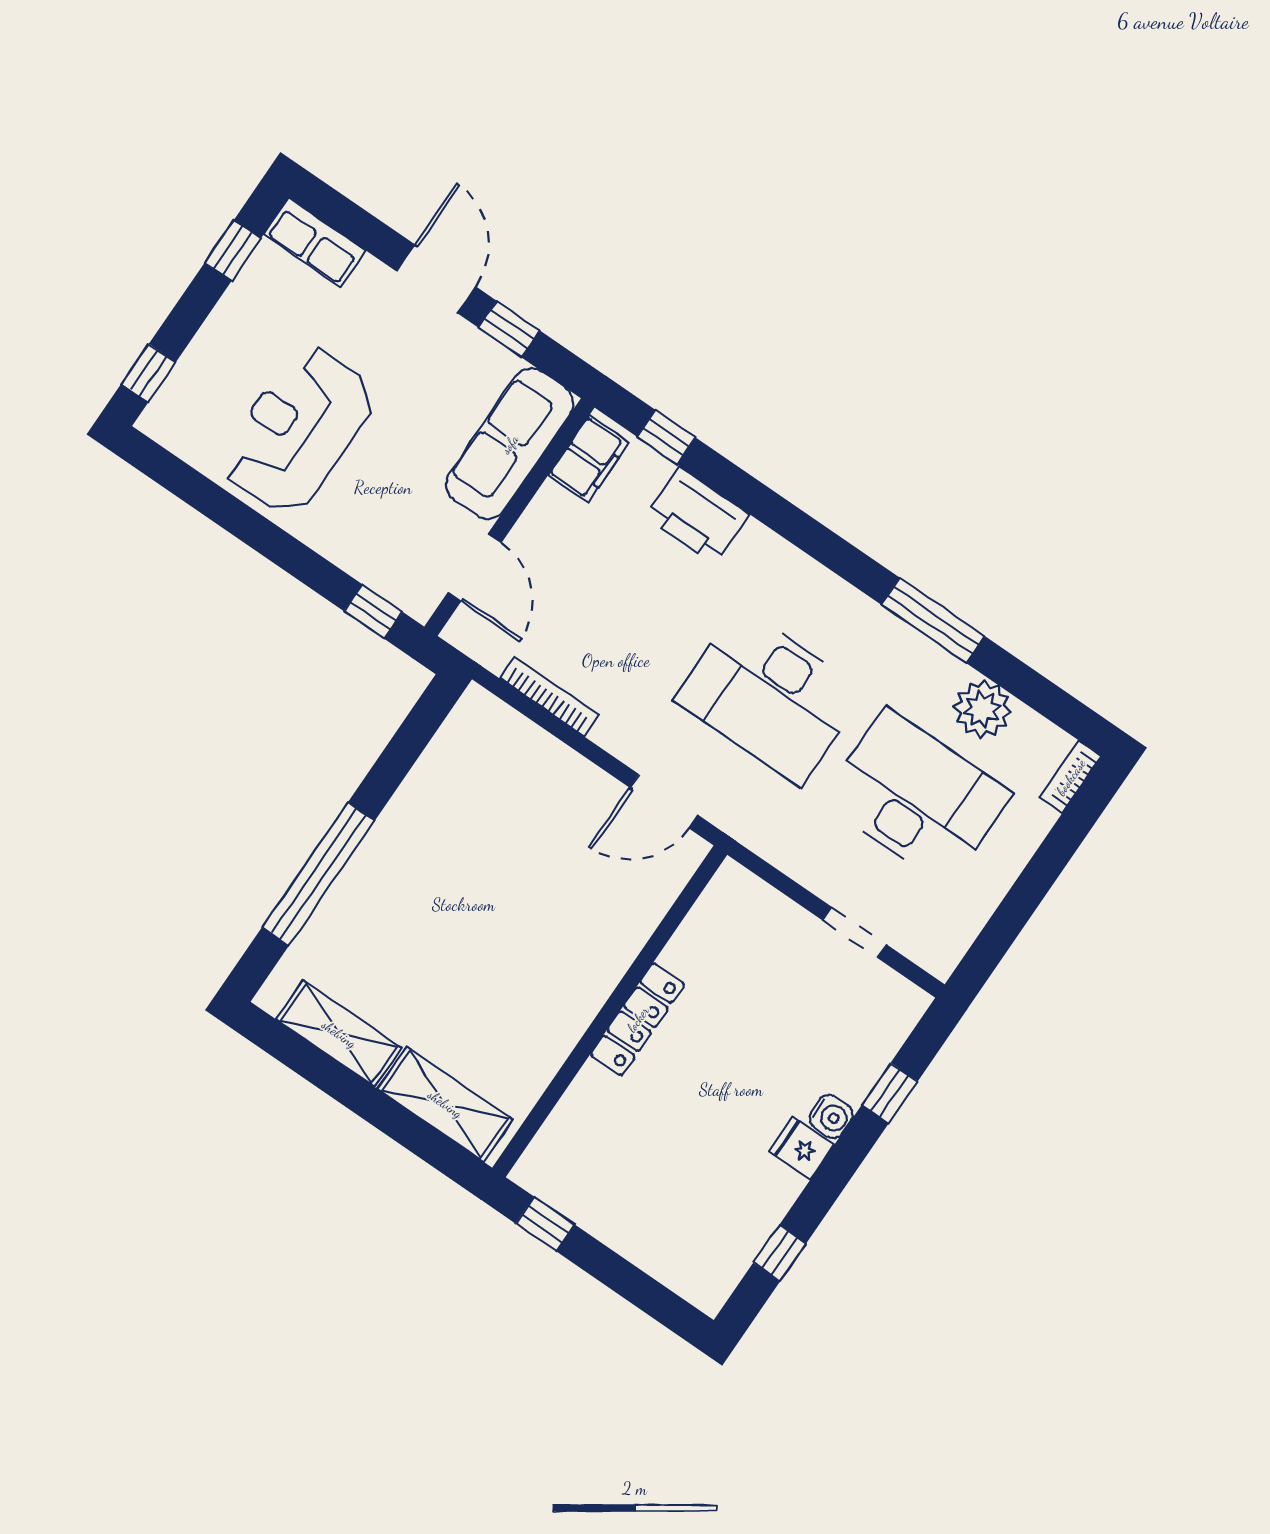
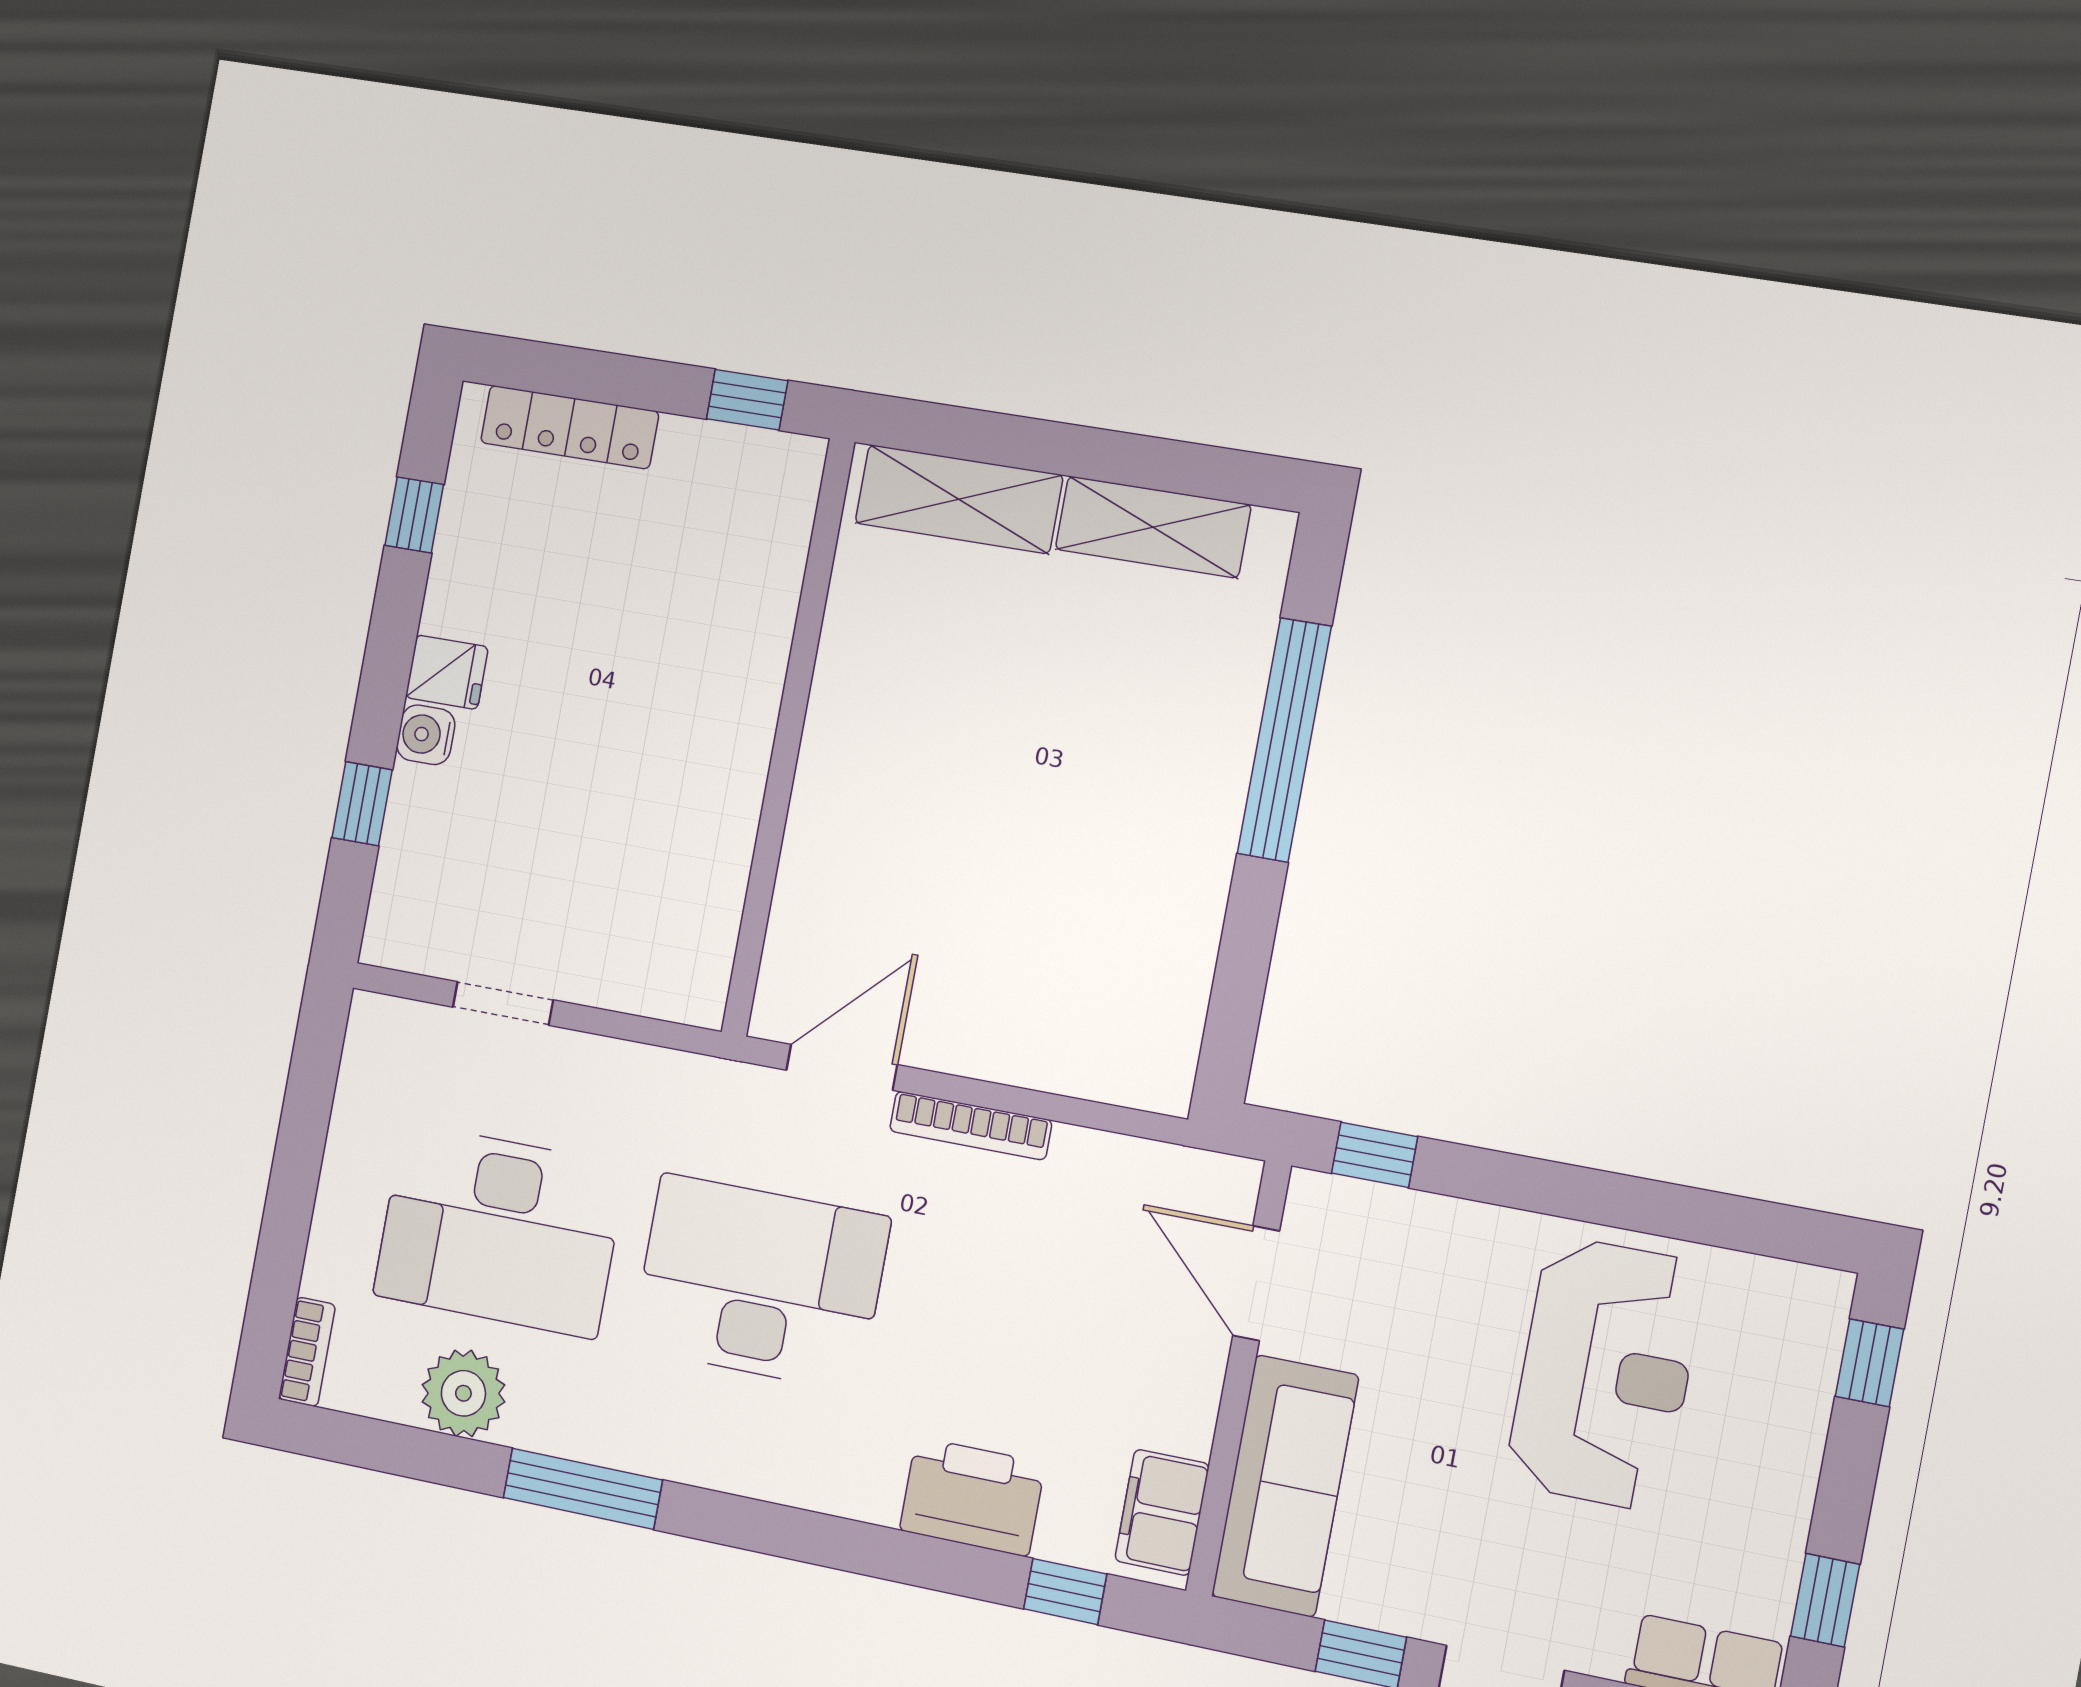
bookcase: (549, 697) -> (971, 1126), moved
locker: (638, 1019) -> (570, 427), moved, turned -90

